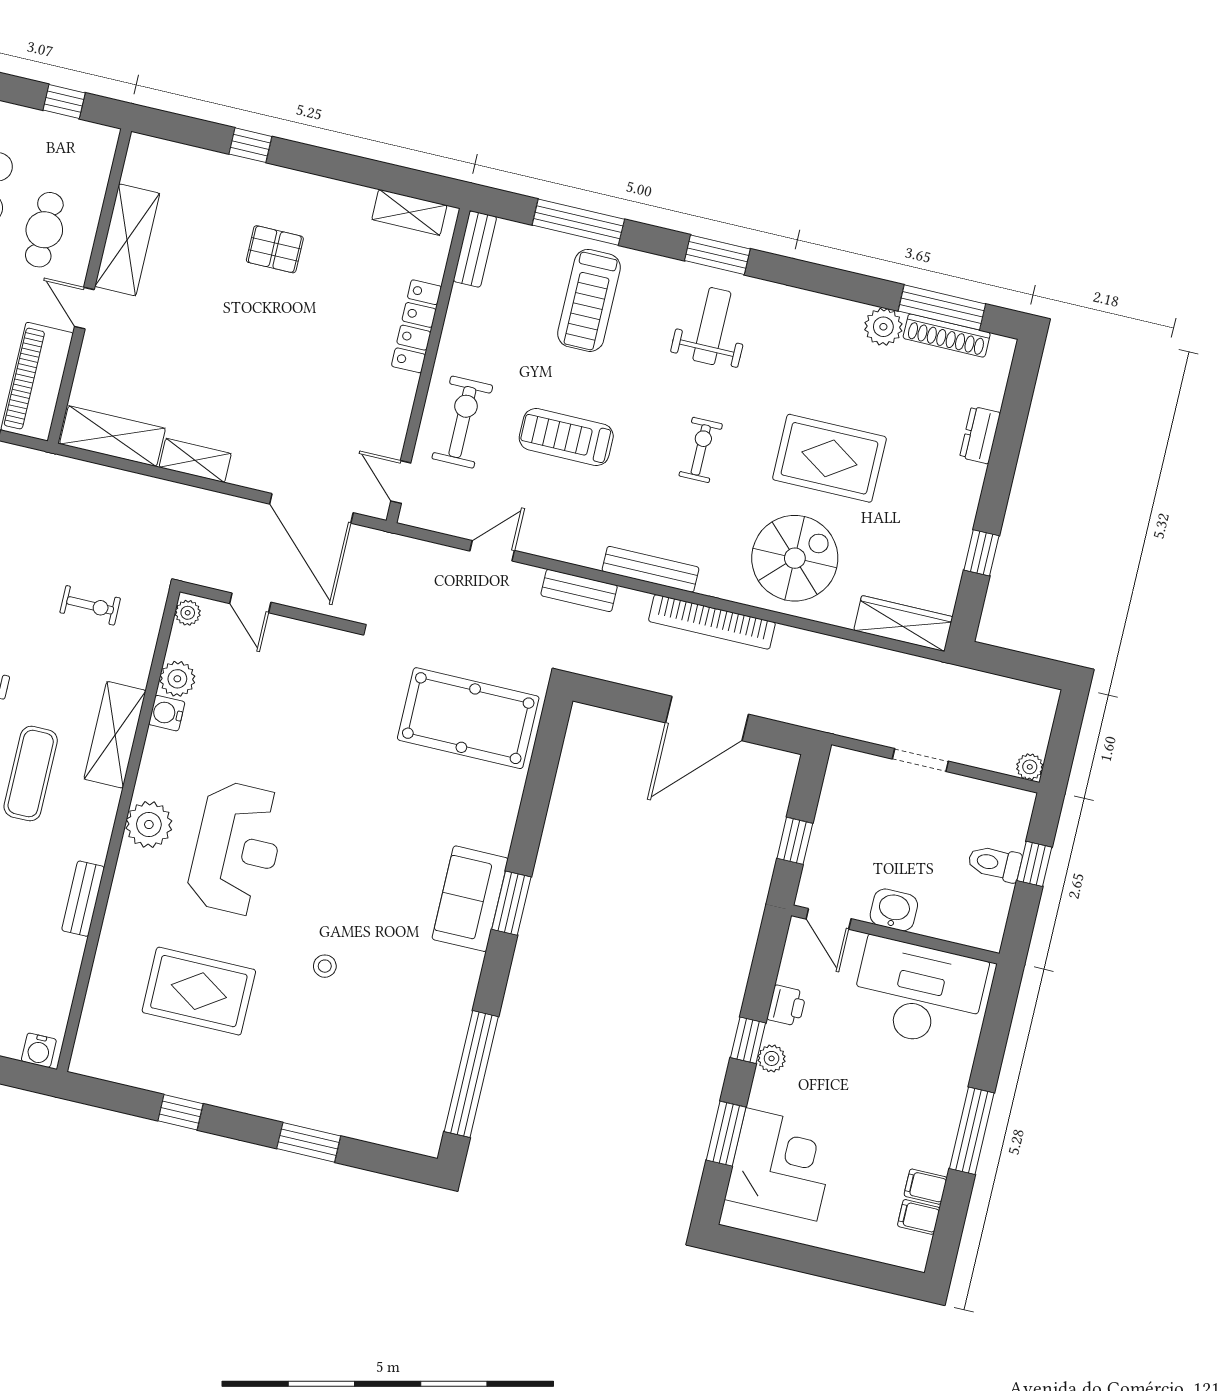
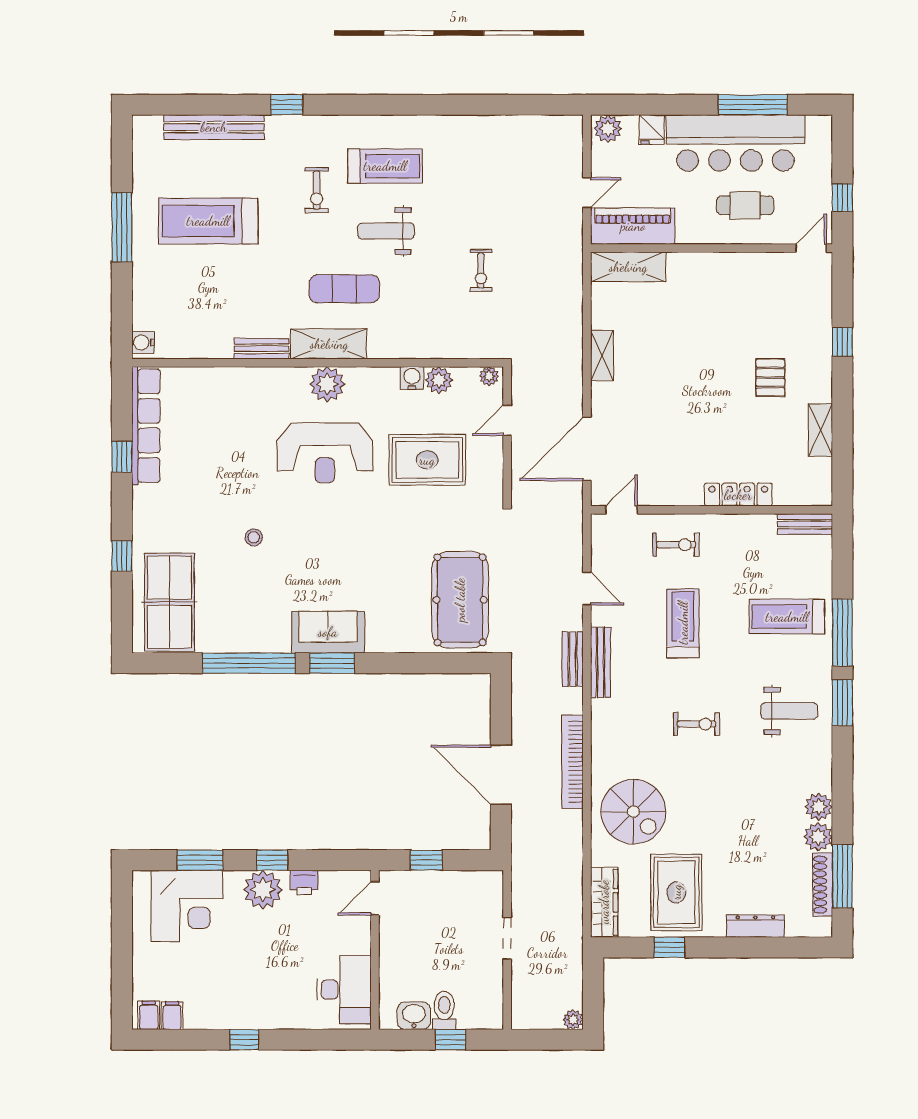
shelving: (409, 212) -> (821, 430), moved
window: (578, 222) -> (842, 632), moved
shelving: (127, 240) -> (752, 268), removed
door: (84, 308) -> (811, 248), moved
plant: (845, 317) -> (819, 807), added
exercise bike: (462, 422) -> (676, 545), width x0.73, depth x0.72
dresser: (980, 435) -> (755, 926), width x1.44
shelving: (113, 436) -> (628, 267), moved, turned 90
rug: (829, 458) -> (676, 892), moved
bench: (651, 569) -> (600, 662), moved
exercise bike: (90, 605) -> (481, 270), moved
shelving: (115, 735) -> (329, 344), moved
plant: (1030, 767) -> (573, 1020), moved
washbasin: (894, 910) -> (414, 1016), moved, turned -90
rug: (199, 991) -> (427, 460), moved, turned 90
desk: (919, 993) -> (344, 990), width x0.73, depth x0.77
plant: (772, 1058) -> (263, 890), width x1.88, depth x1.88
row of seats: (148, 1072) -> (146, 426), added
window: (471, 1074) -> (249, 663), moved
table tennis table: (383, 1095) -> (169, 602), added
window: (972, 1131) -> (244, 1040), width x0.46
window: (309, 1142) -> (122, 556), width x0.67
filing cabinet: (925, 1187) -> (149, 1015), moved

